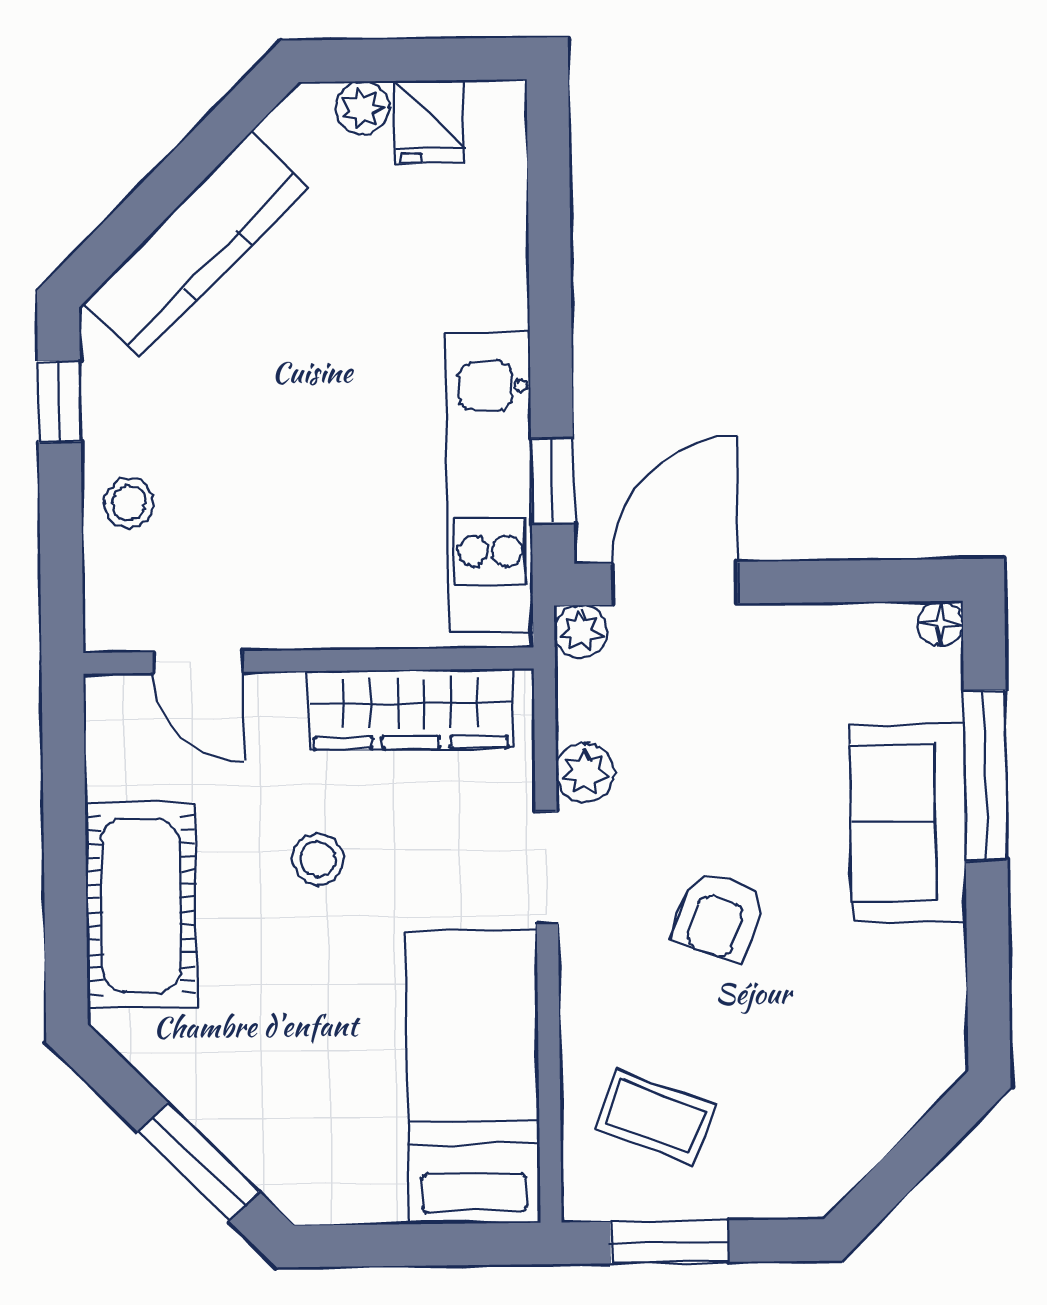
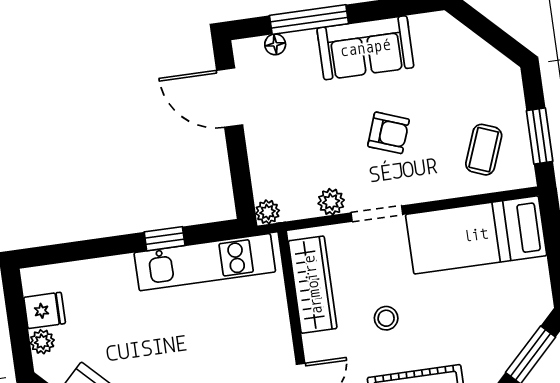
window: (552, 481) -> (165, 239), moved
door: (675, 583) -> (230, 98), moved
floor lamp: (940, 624) -> (275, 44), moved
sofa: (908, 823) -> (365, 48), moved

